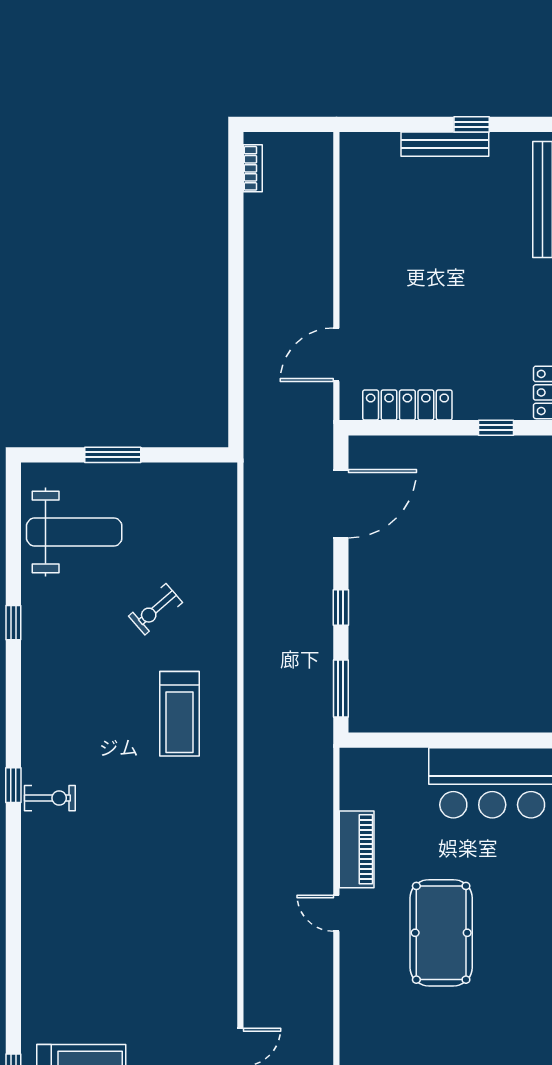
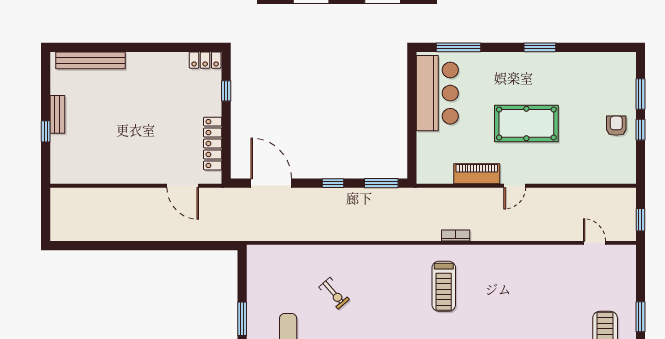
window: (472, 124) -> (46, 131), moved
bench: (445, 144) -> (57, 114), width x0.73
bookcase: (253, 168) -> (456, 235), moved
treadmill: (179, 714) -> (444, 286), moved, turned 90

